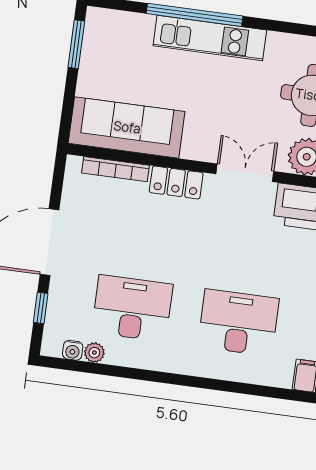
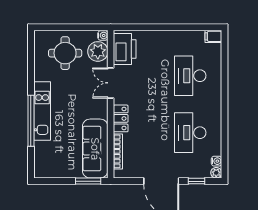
window: (76, 44) -> (88, 181), moved
plant: (94, 353) -> (216, 173), moved

